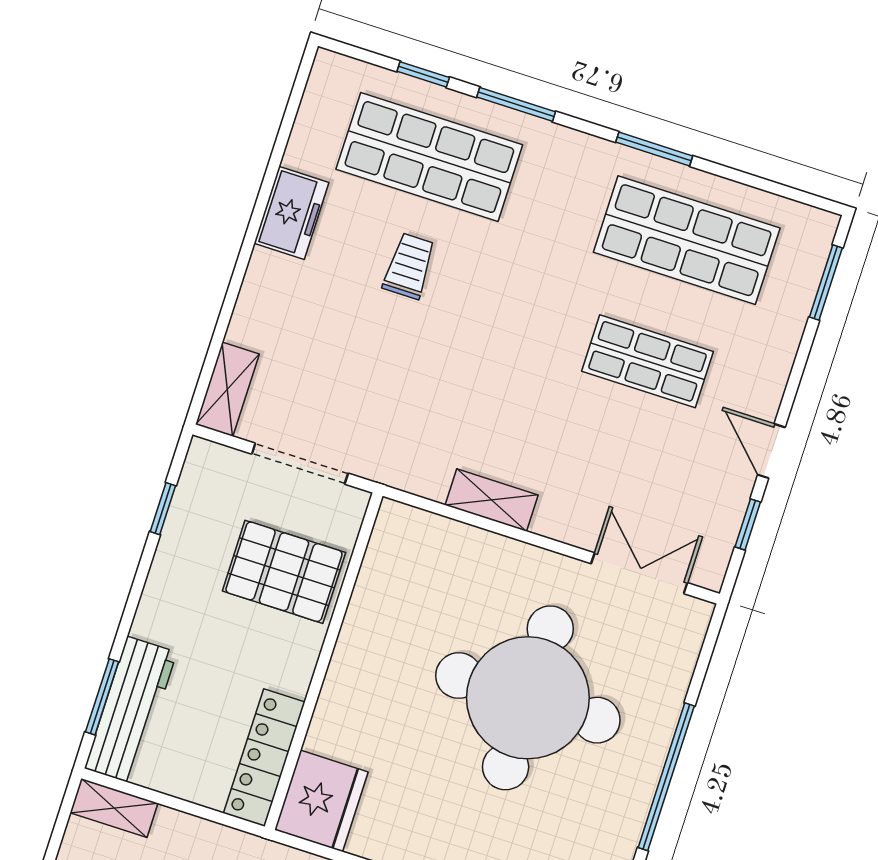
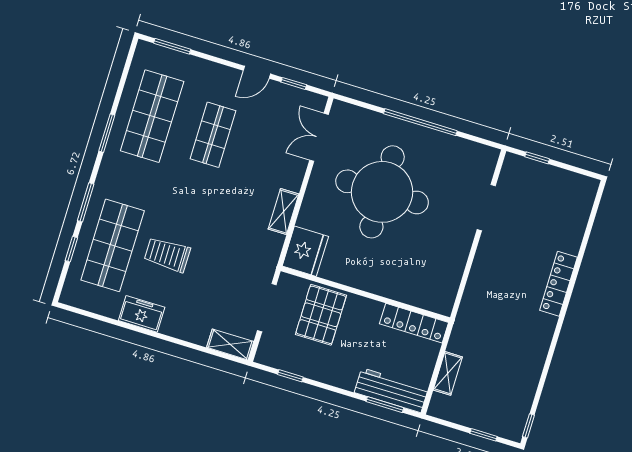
trolley: (409, 266) -> (167, 255), width x1.36, depth x1.39
fridge: (321, 801) -> (305, 251), moved, turned 90
shelving: (114, 808) -> (448, 373), moved

